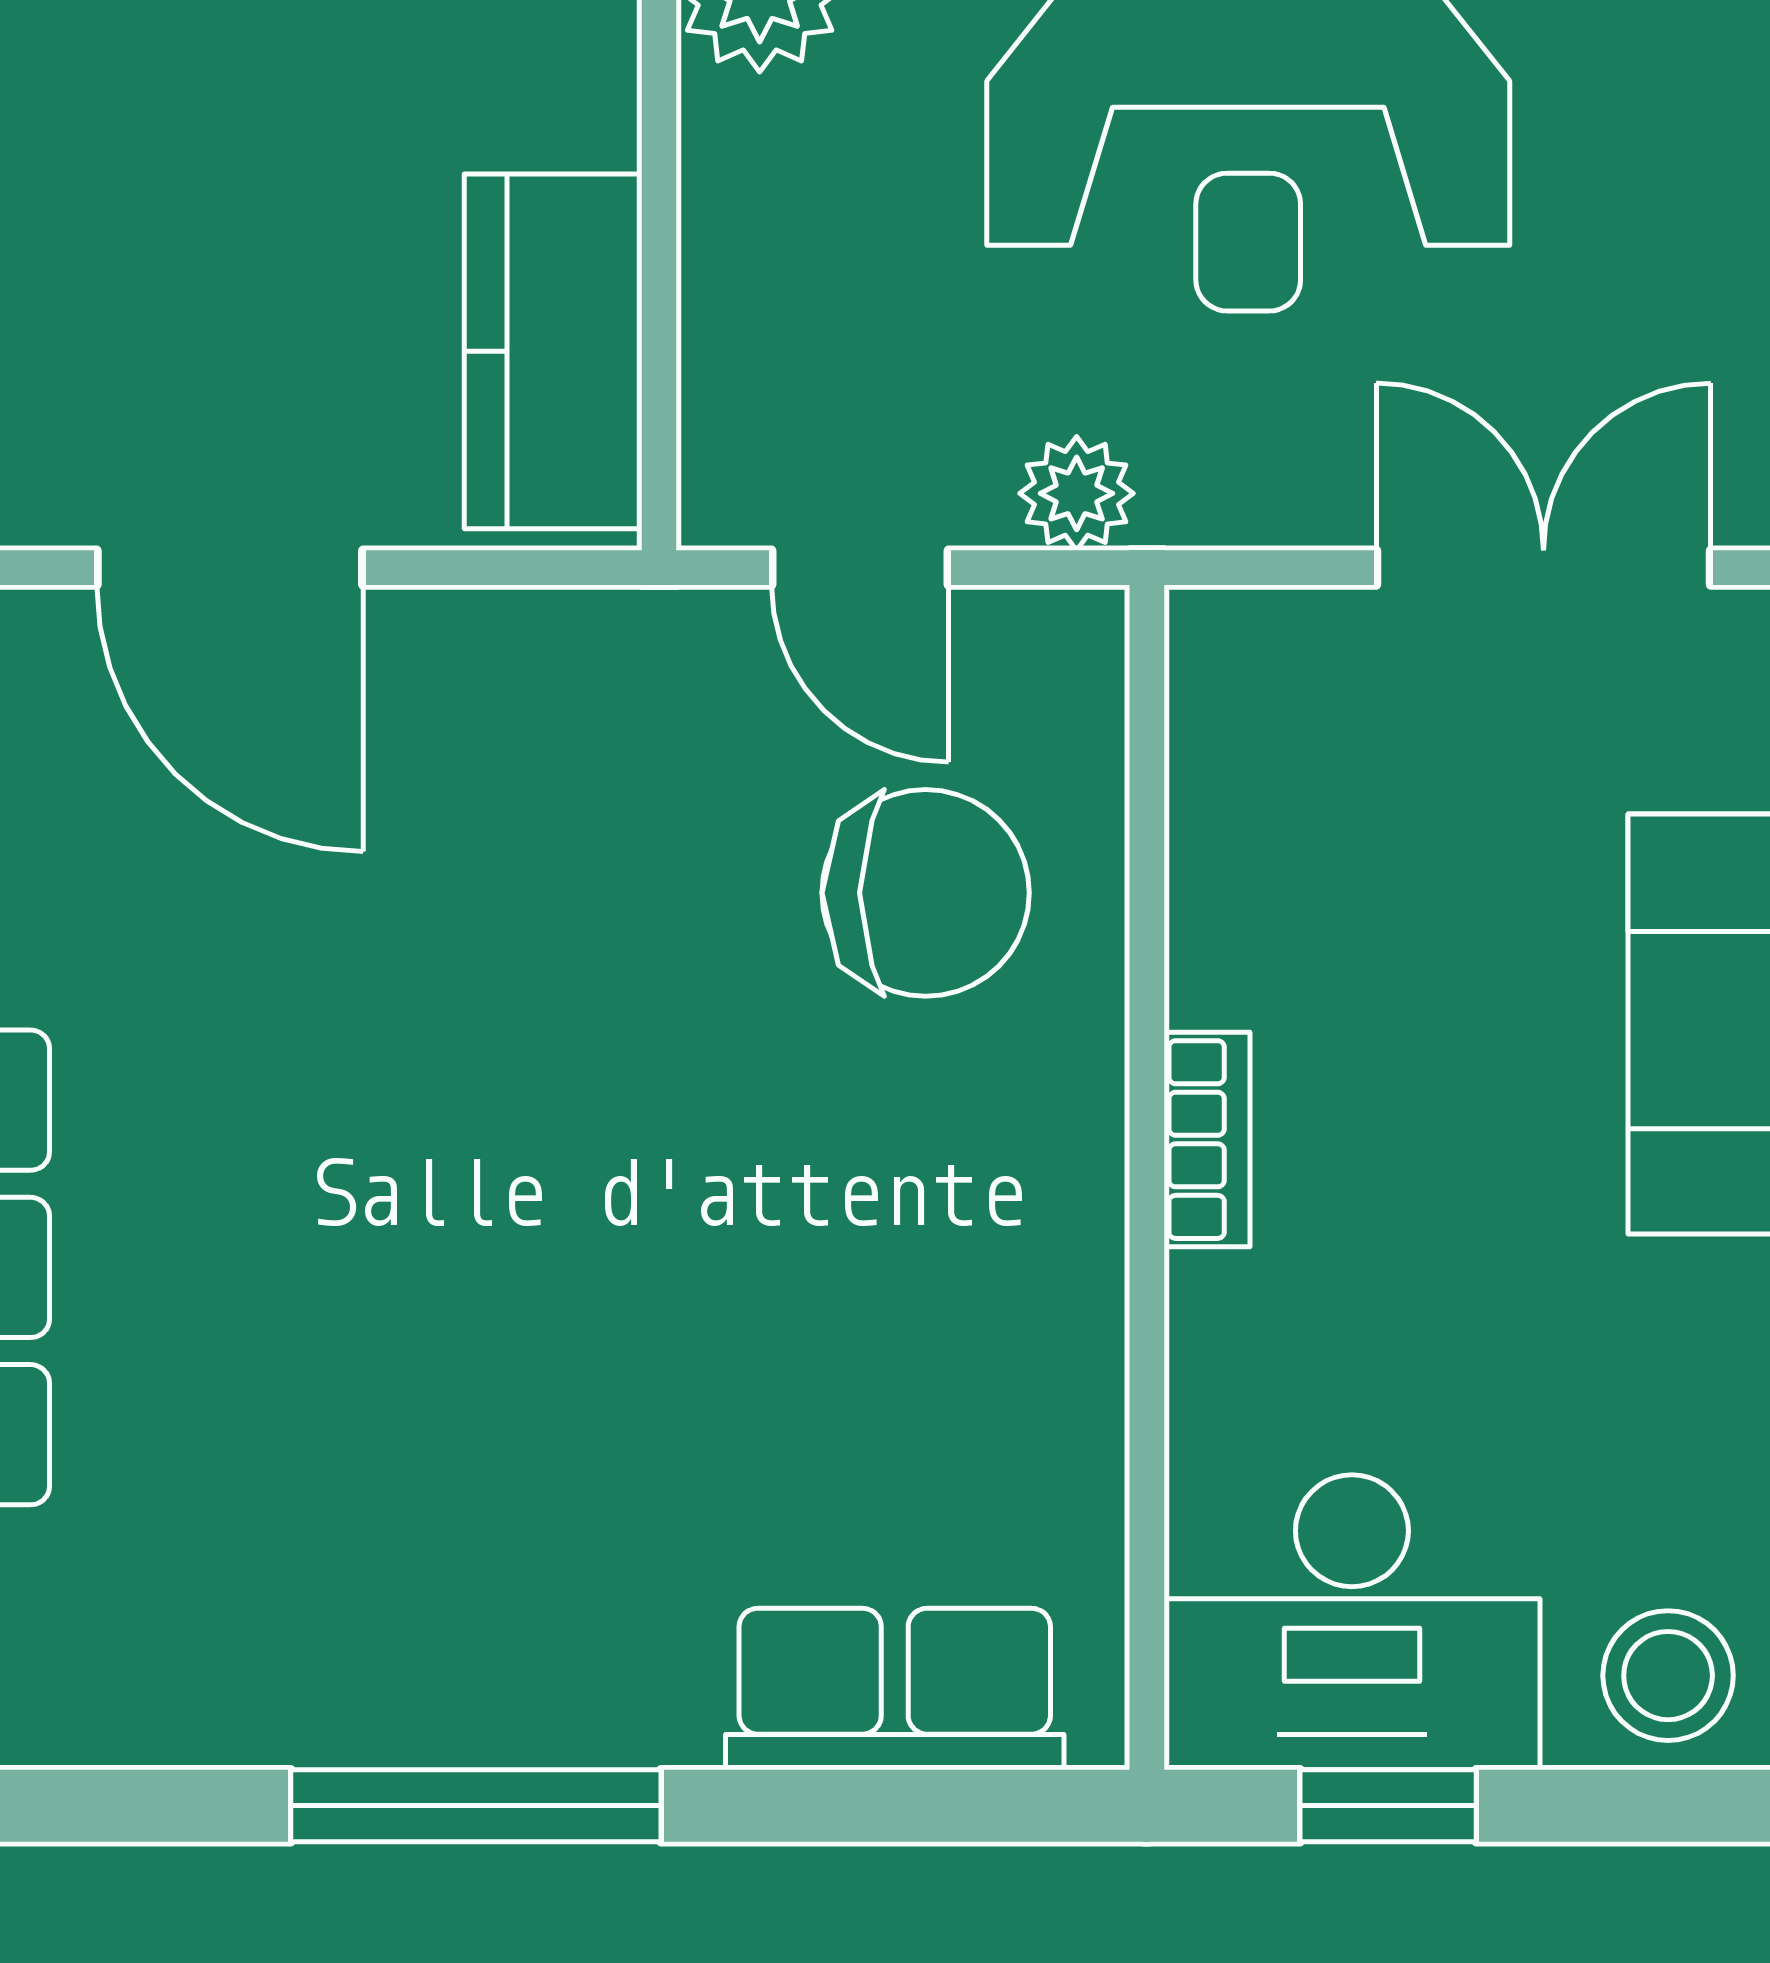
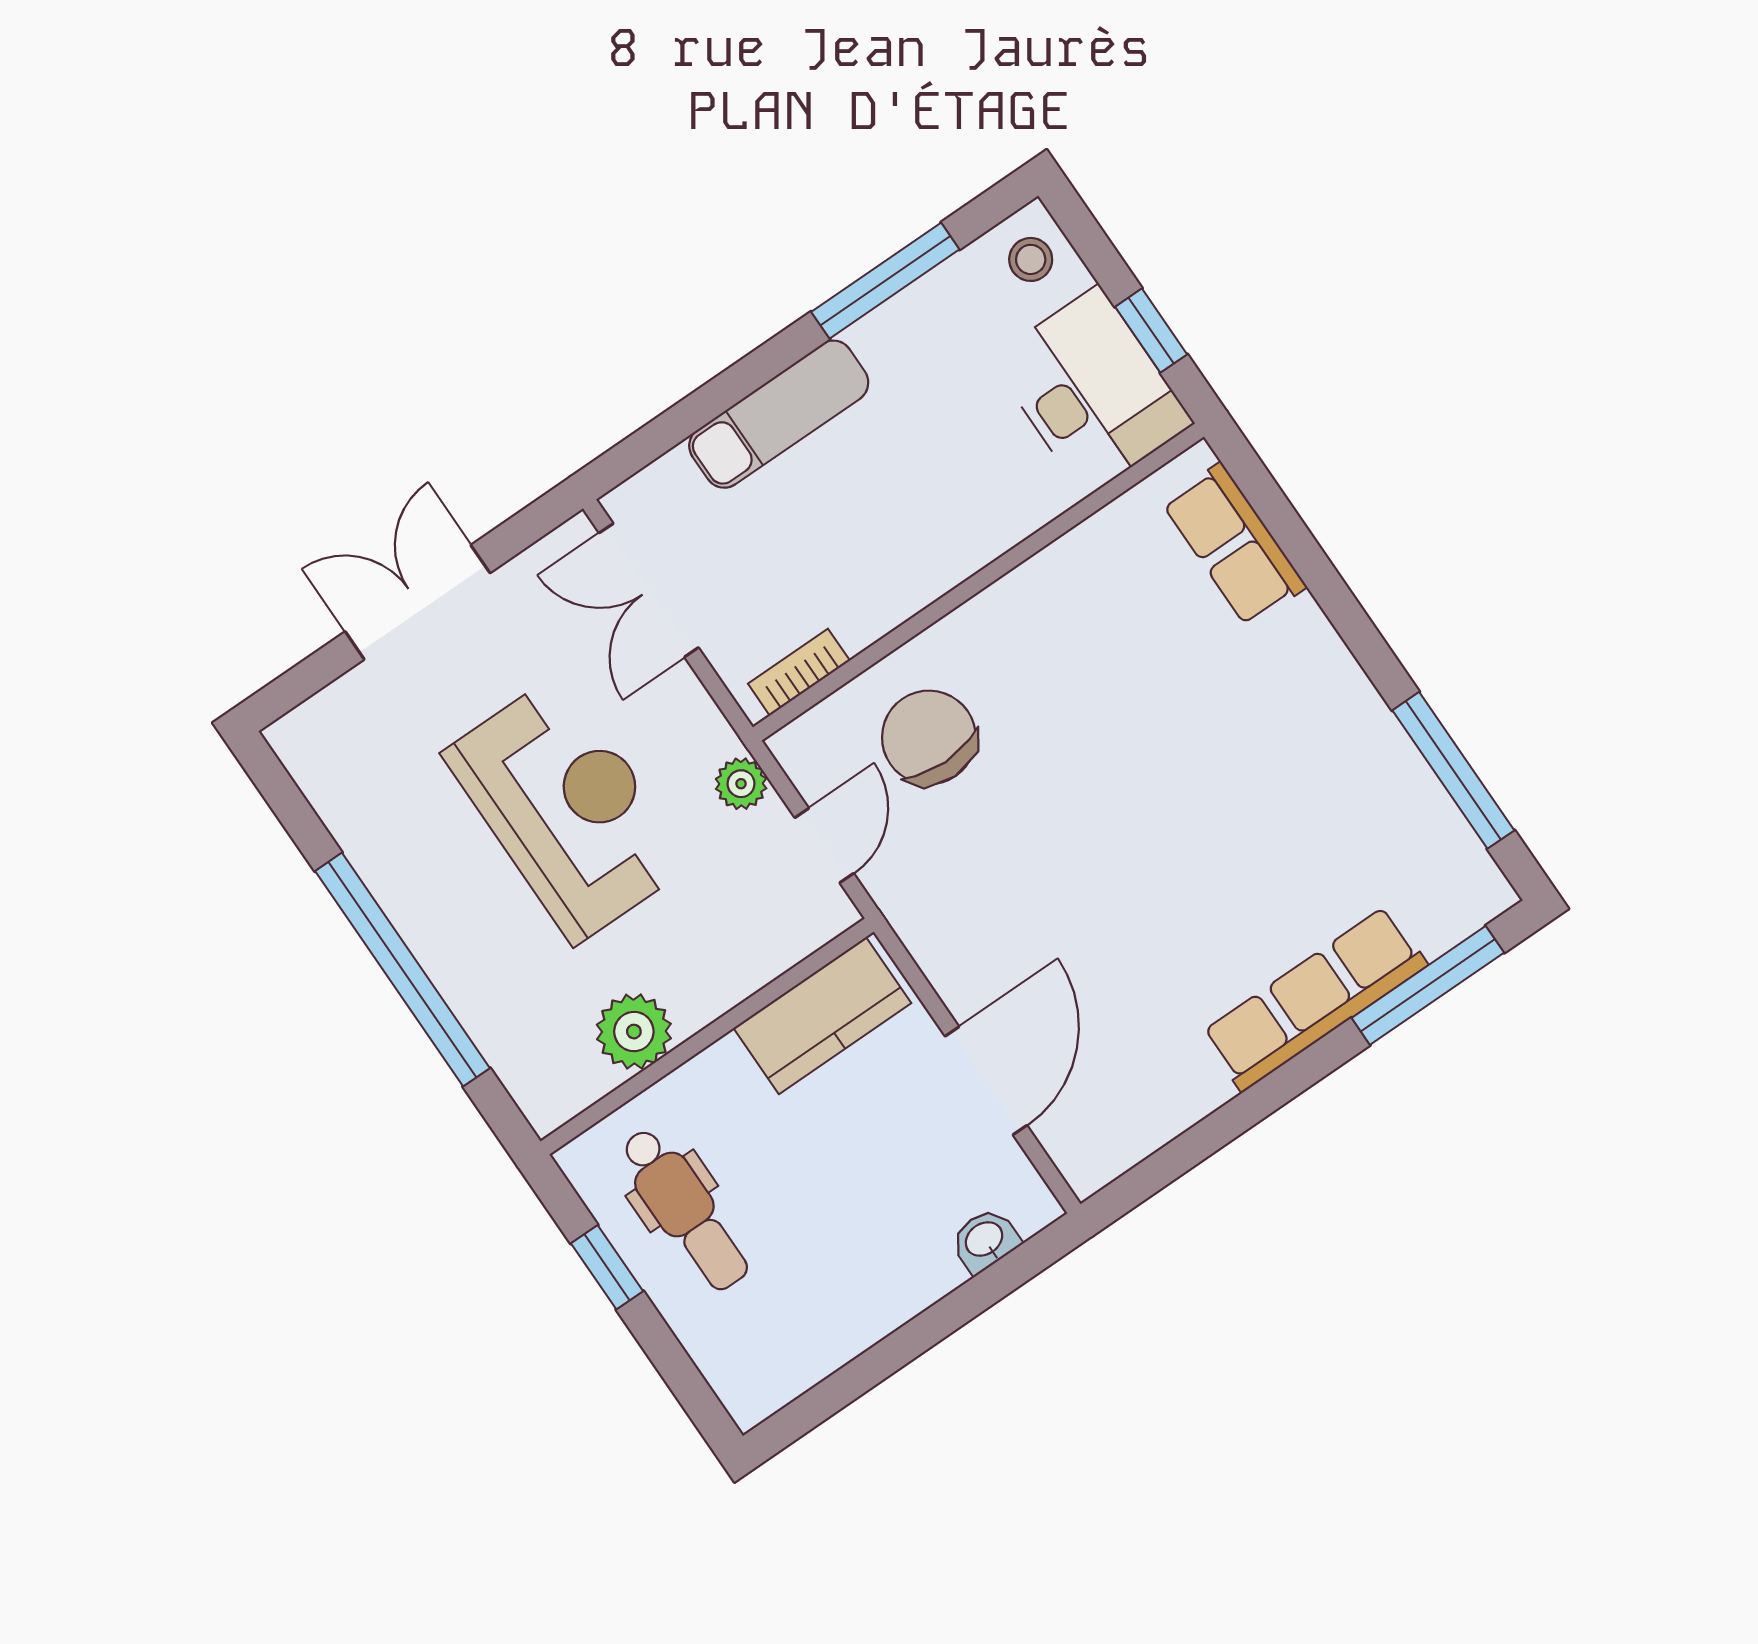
bookcase: (1207, 1140) -> (799, 672), moved
stool: (1668, 1676) -> (1031, 259), width x0.73, depth x0.73
window: (476, 1806) -> (1453, 770), moved

